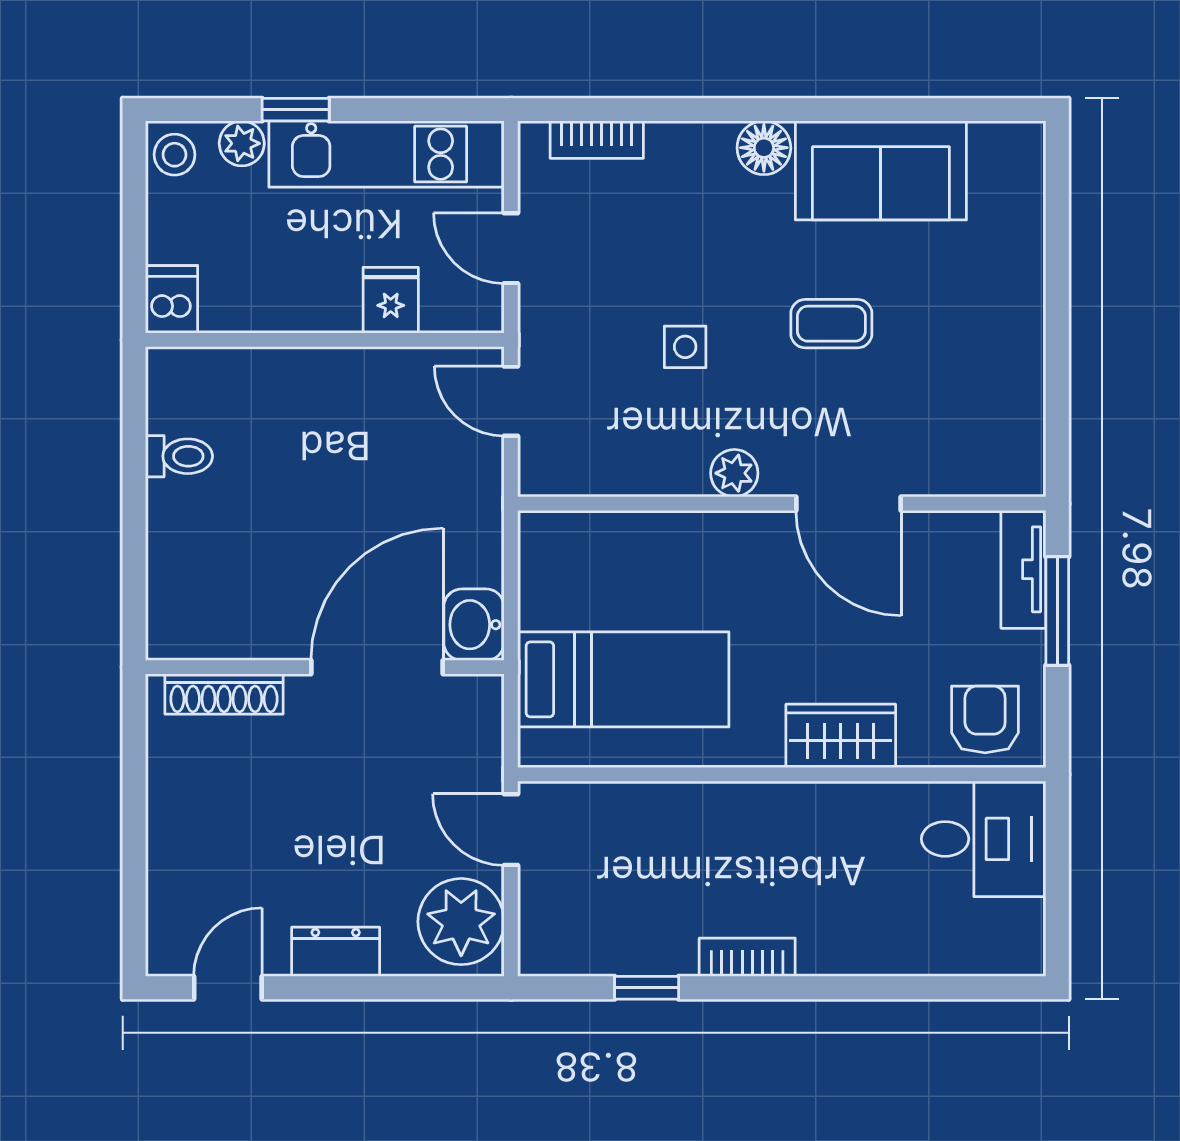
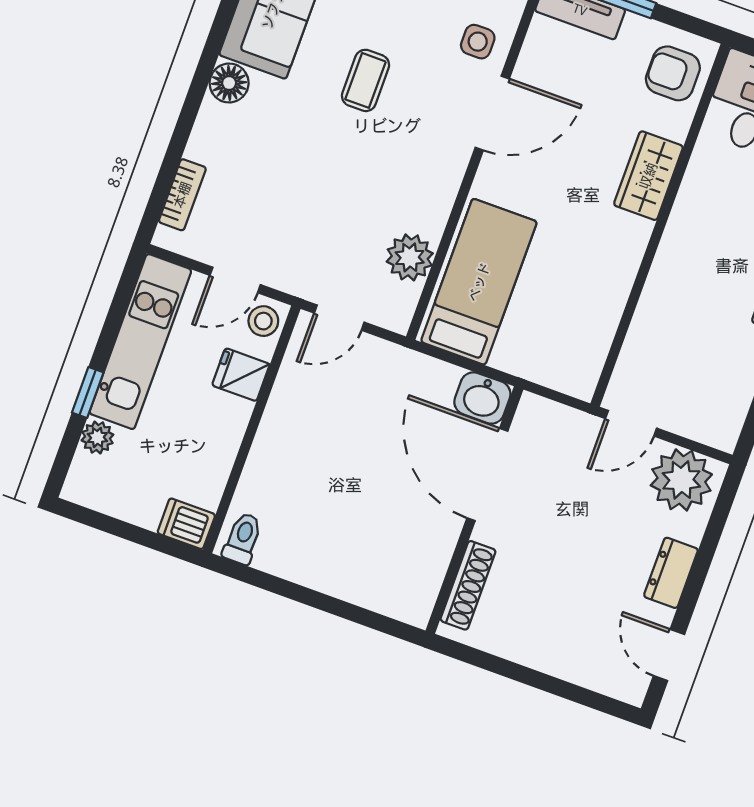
stool: (175, 155) -> (263, 321), moved
side table: (685, 347) -> (478, 42), moved
toilet: (179, 456) -> (243, 538), moved
plant: (734, 473) -> (410, 257), moved, width x1.38, depth x1.38
bed: (623, 679) -> (479, 282), moved

